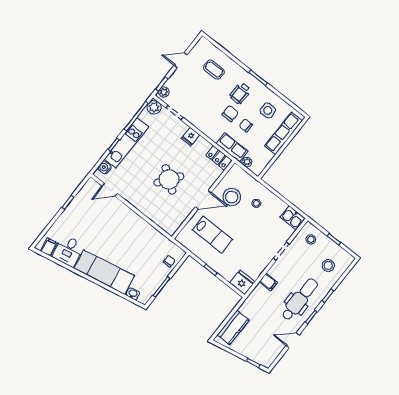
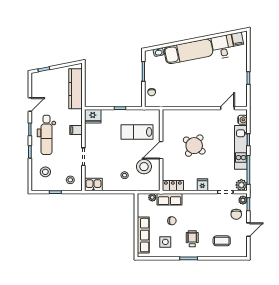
chair: (230, 113) -> (236, 214), moved
kitchen counter: (233, 327) -> (75, 89), width x1.50

